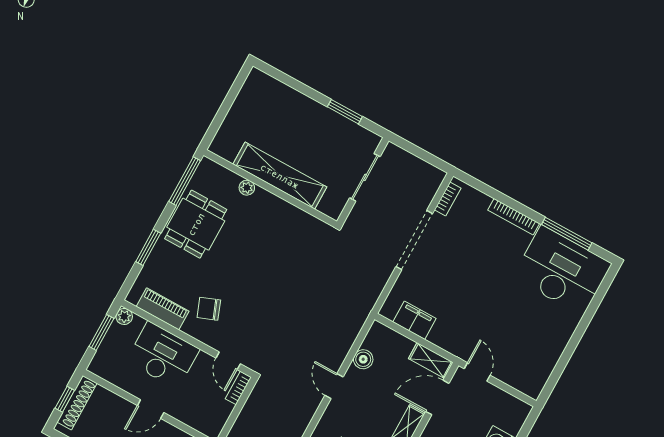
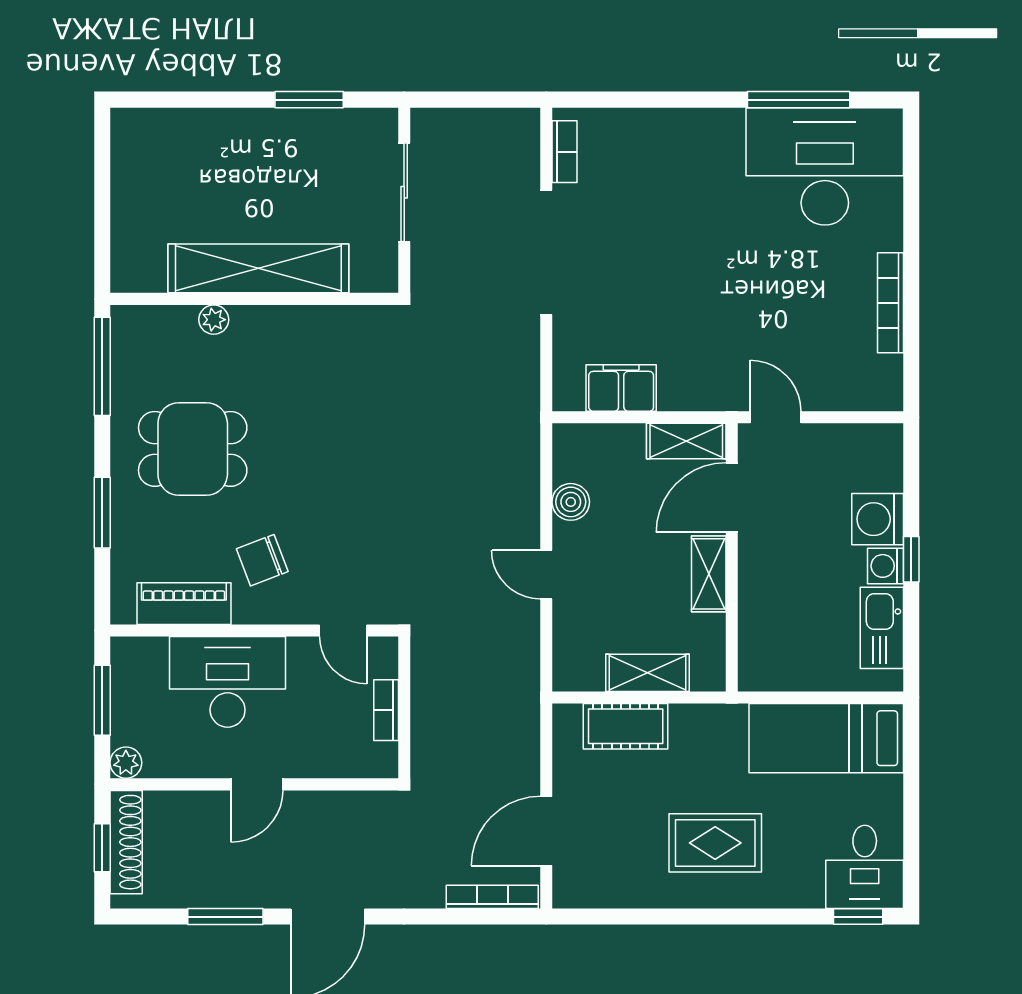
bookcase: (514, 217) -> (891, 303), moved, turned 90
dining table: (196, 224) -> (193, 449), moved, turned 90
plant: (124, 316) -> (126, 763), moved
bookcase: (238, 388) -> (386, 710), moved

